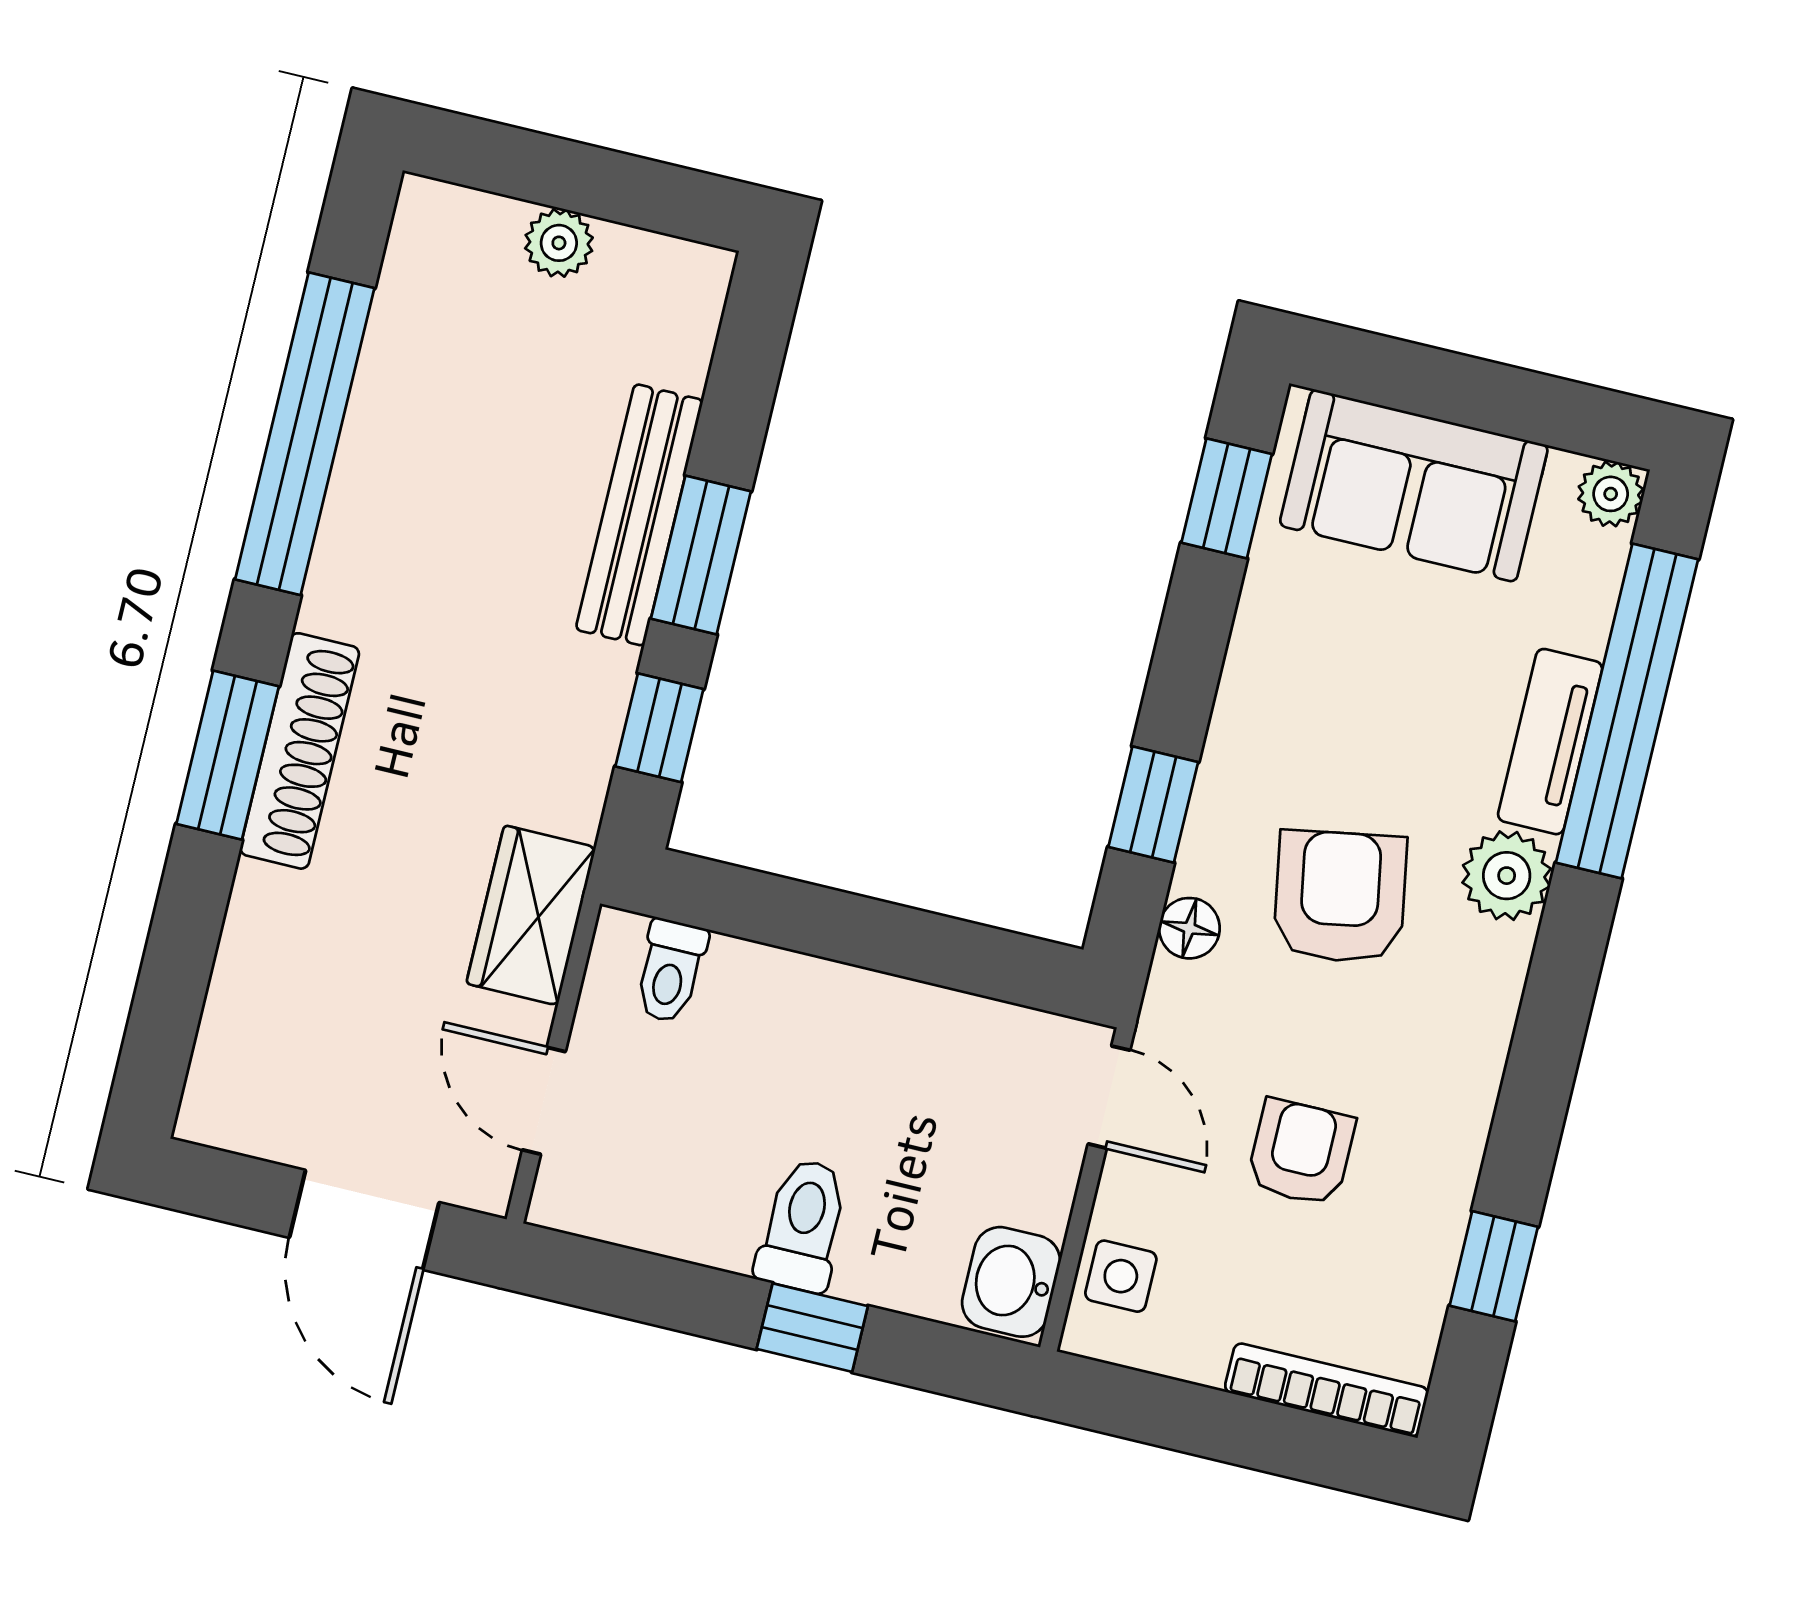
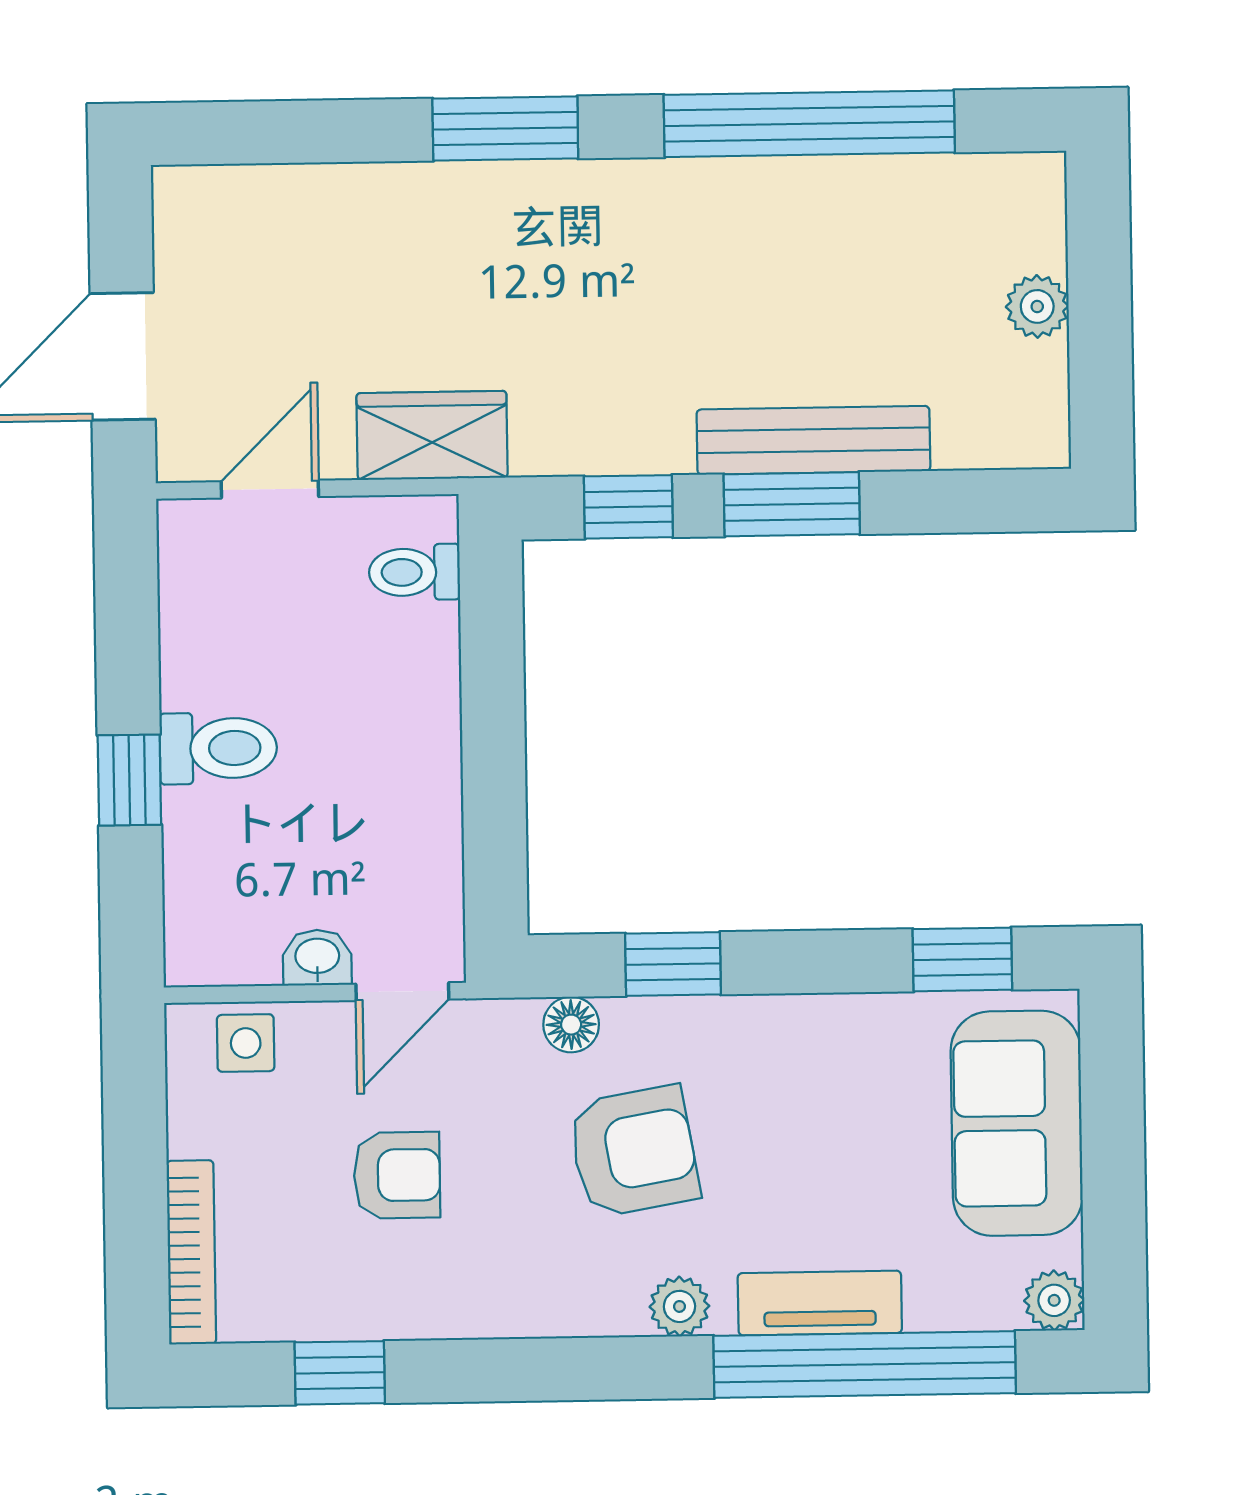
shoe rack: (300, 751) -> (526, 192), removed
plant: (1507, 876) -> (679, 1306), width x0.73, depth x0.73
washbasin: (1011, 1282) -> (317, 957), moved, width x0.72, depth x0.69

